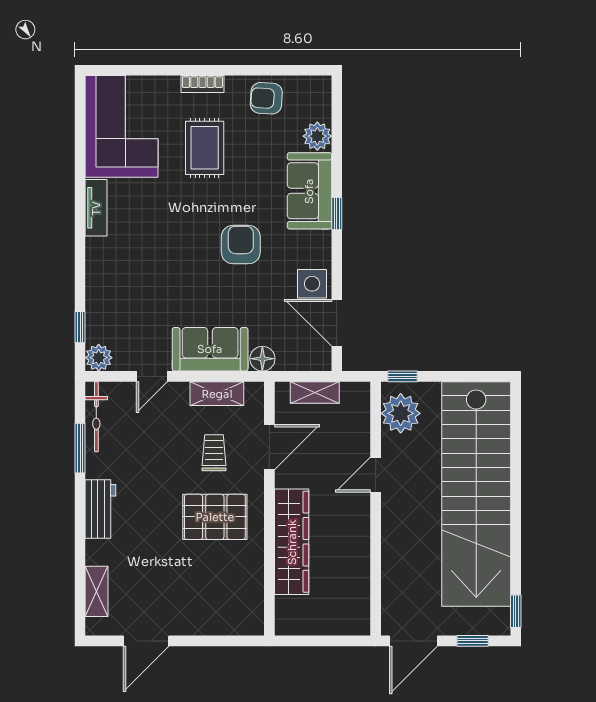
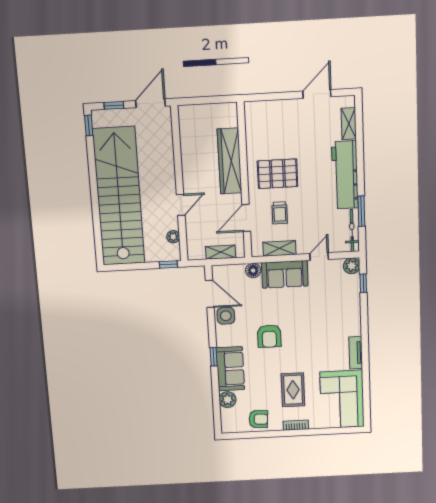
plant: (401, 413) -> (173, 237), width x0.53, depth x0.53
workbench: (100, 509) -> (345, 175), width x1.88, depth x1.32

